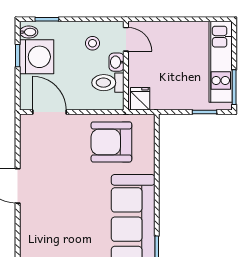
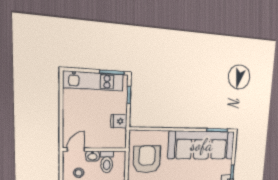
fridge: (140, 99) -> (119, 121), moved
armchair: (111, 142) -> (147, 159), turned 180

